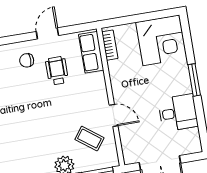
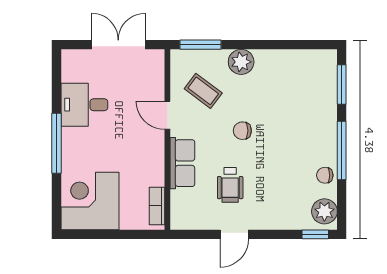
row of seats: (91, 52) -> (182, 163), moved
chair: (27, 60) -> (242, 131), moved, turned 180
window: (194, 80) -> (57, 143), width x1.44

